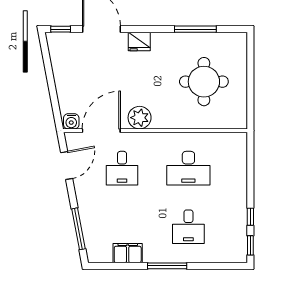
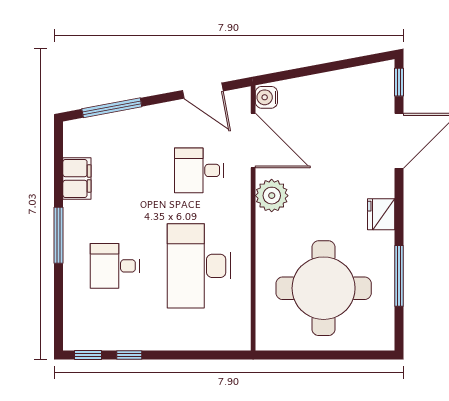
fridge: (139, 42) -> (381, 214), moved
round table: (204, 82) -> (324, 288), width x1.36, depth x1.36
desk: (188, 168) -> (199, 266), width x1.36, depth x1.30

